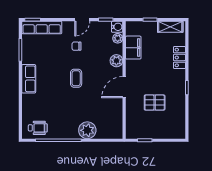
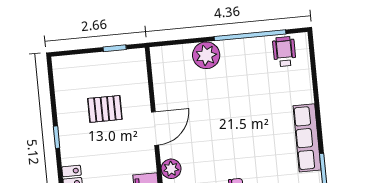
coffee table: (76, 78) -> (232, 135), removed
row of seats: (29, 79) -> (307, 138), width x1.48
wheelchair: (38, 128) -> (284, 52), turned 90

